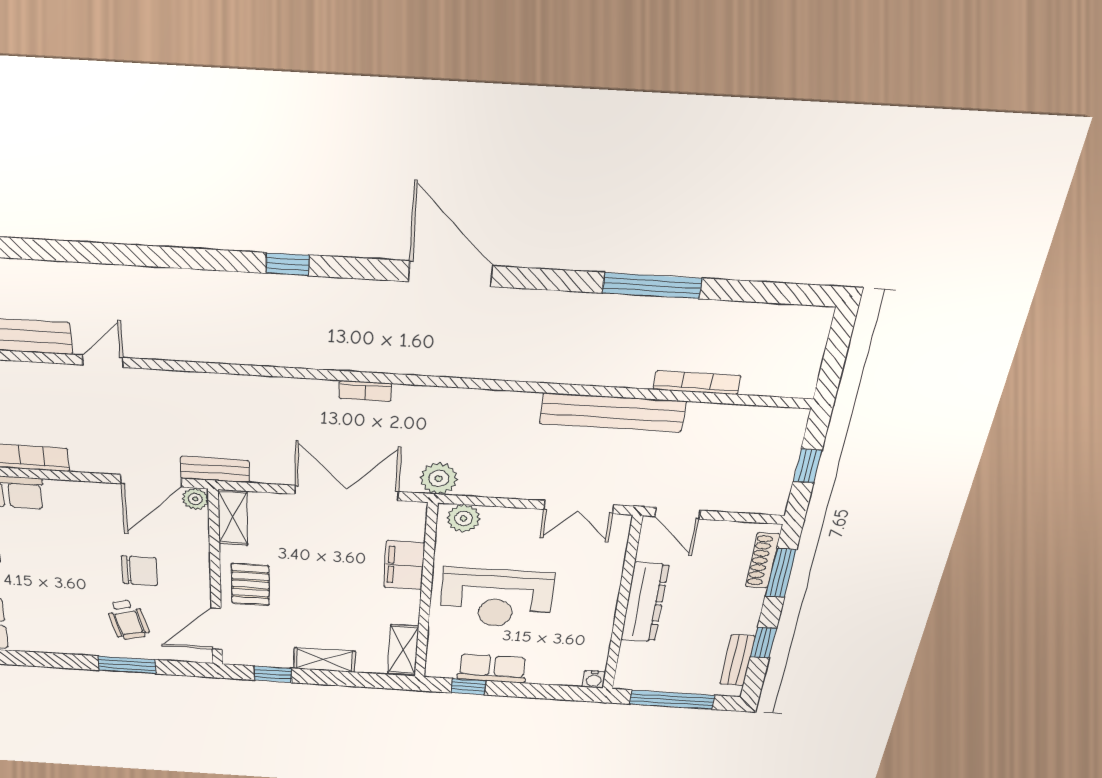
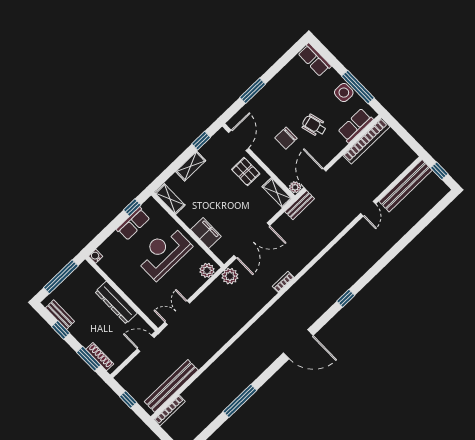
bookcase: (697, 383) -> (170, 410), moved
bench: (612, 412) -> (171, 386), moved
wheelchair: (128, 620) -> (314, 126), moved

